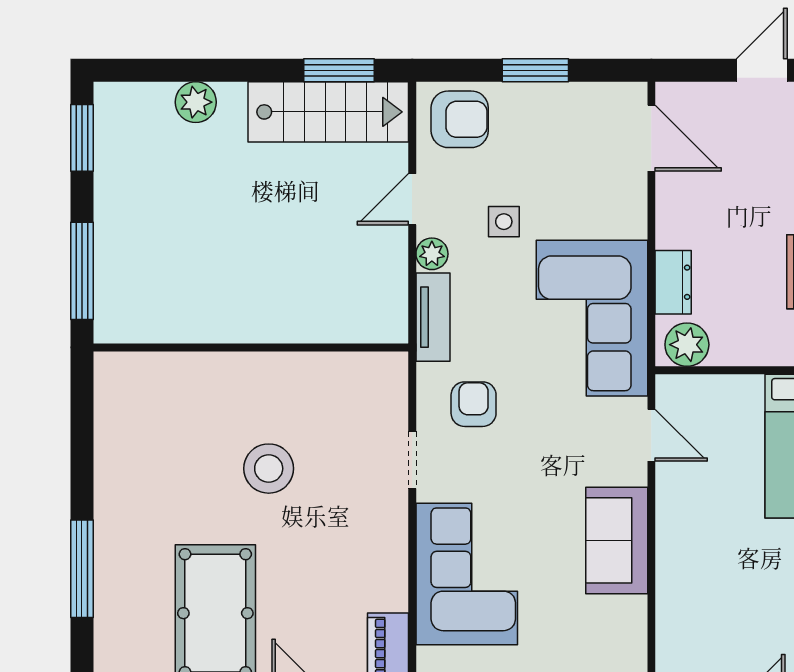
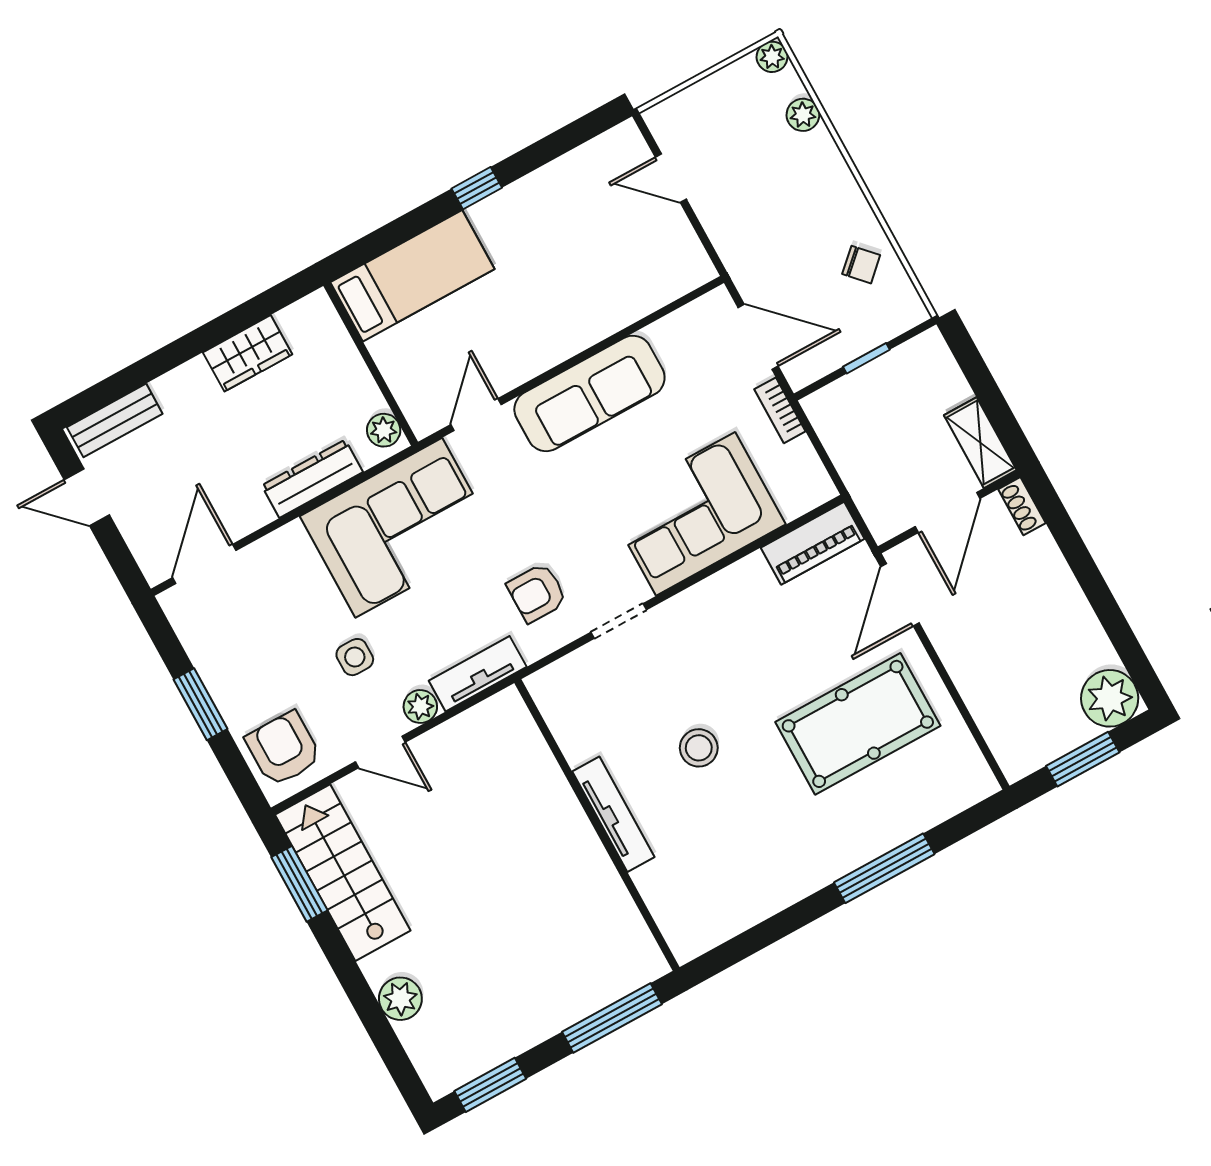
dresser: (673, 282) -> (312, 479), width x1.44
plant: (687, 345) -> (384, 430), width x0.73, depth x0.73
tv unit: (252, 366) -> (613, 814), added
stool: (269, 469) -> (699, 748), width x0.73, depth x0.73
sofa: (617, 540) -> (589, 393), width x1.36

